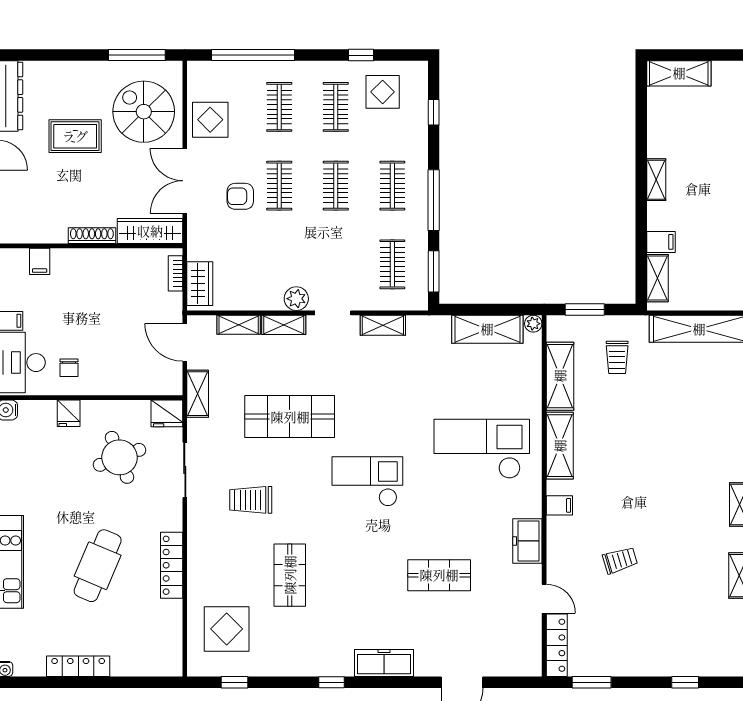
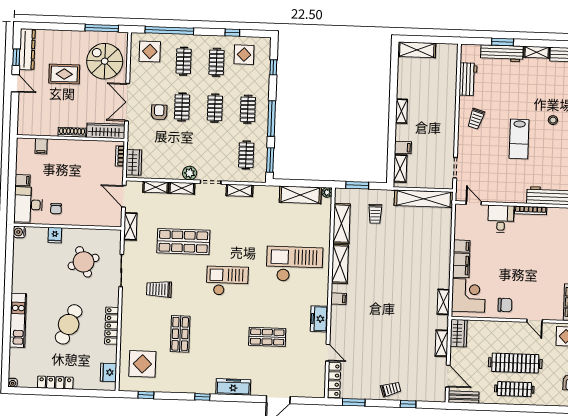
display table: (210, 120) -> (150, 51), moved
armchair: (240, 196) -> (159, 112), turned 90
fridge: (167, 413) -> (109, 372), moved, turned 90
trolley: (620, 560) -> (391, 389), moved

